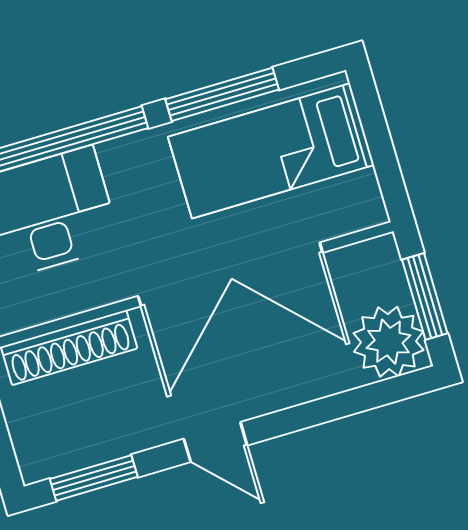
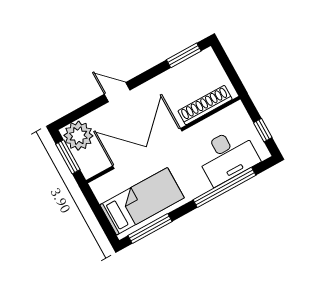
window: (222, 94) -> (150, 229), moved
door: (215, 442) -> (117, 92), moved

